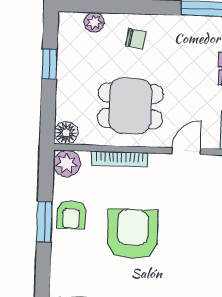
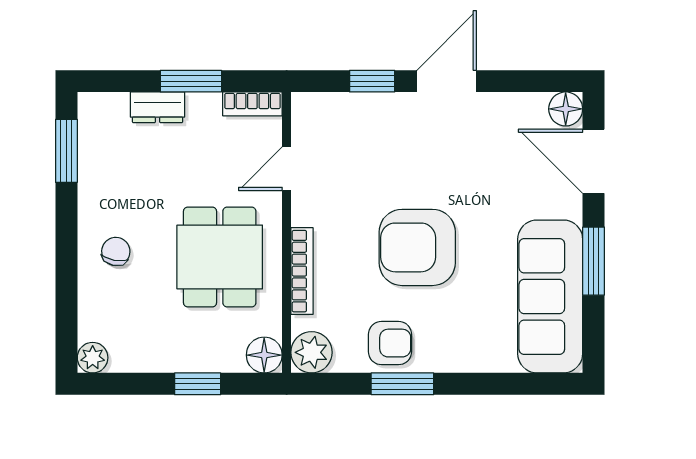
plant: (94, 22) -> (93, 358), moved
window: (49, 64) -> (198, 384), moved
door: (186, 151) -> (287, 169), hinge flipped

